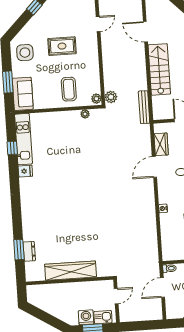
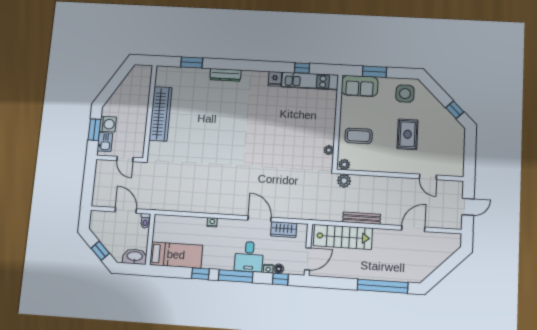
stairs: (159, 69) -> (343, 237), moved
bench: (144, 107) -> (362, 218), moved
dresser: (29, 251) -> (225, 75), moved, width x1.44

